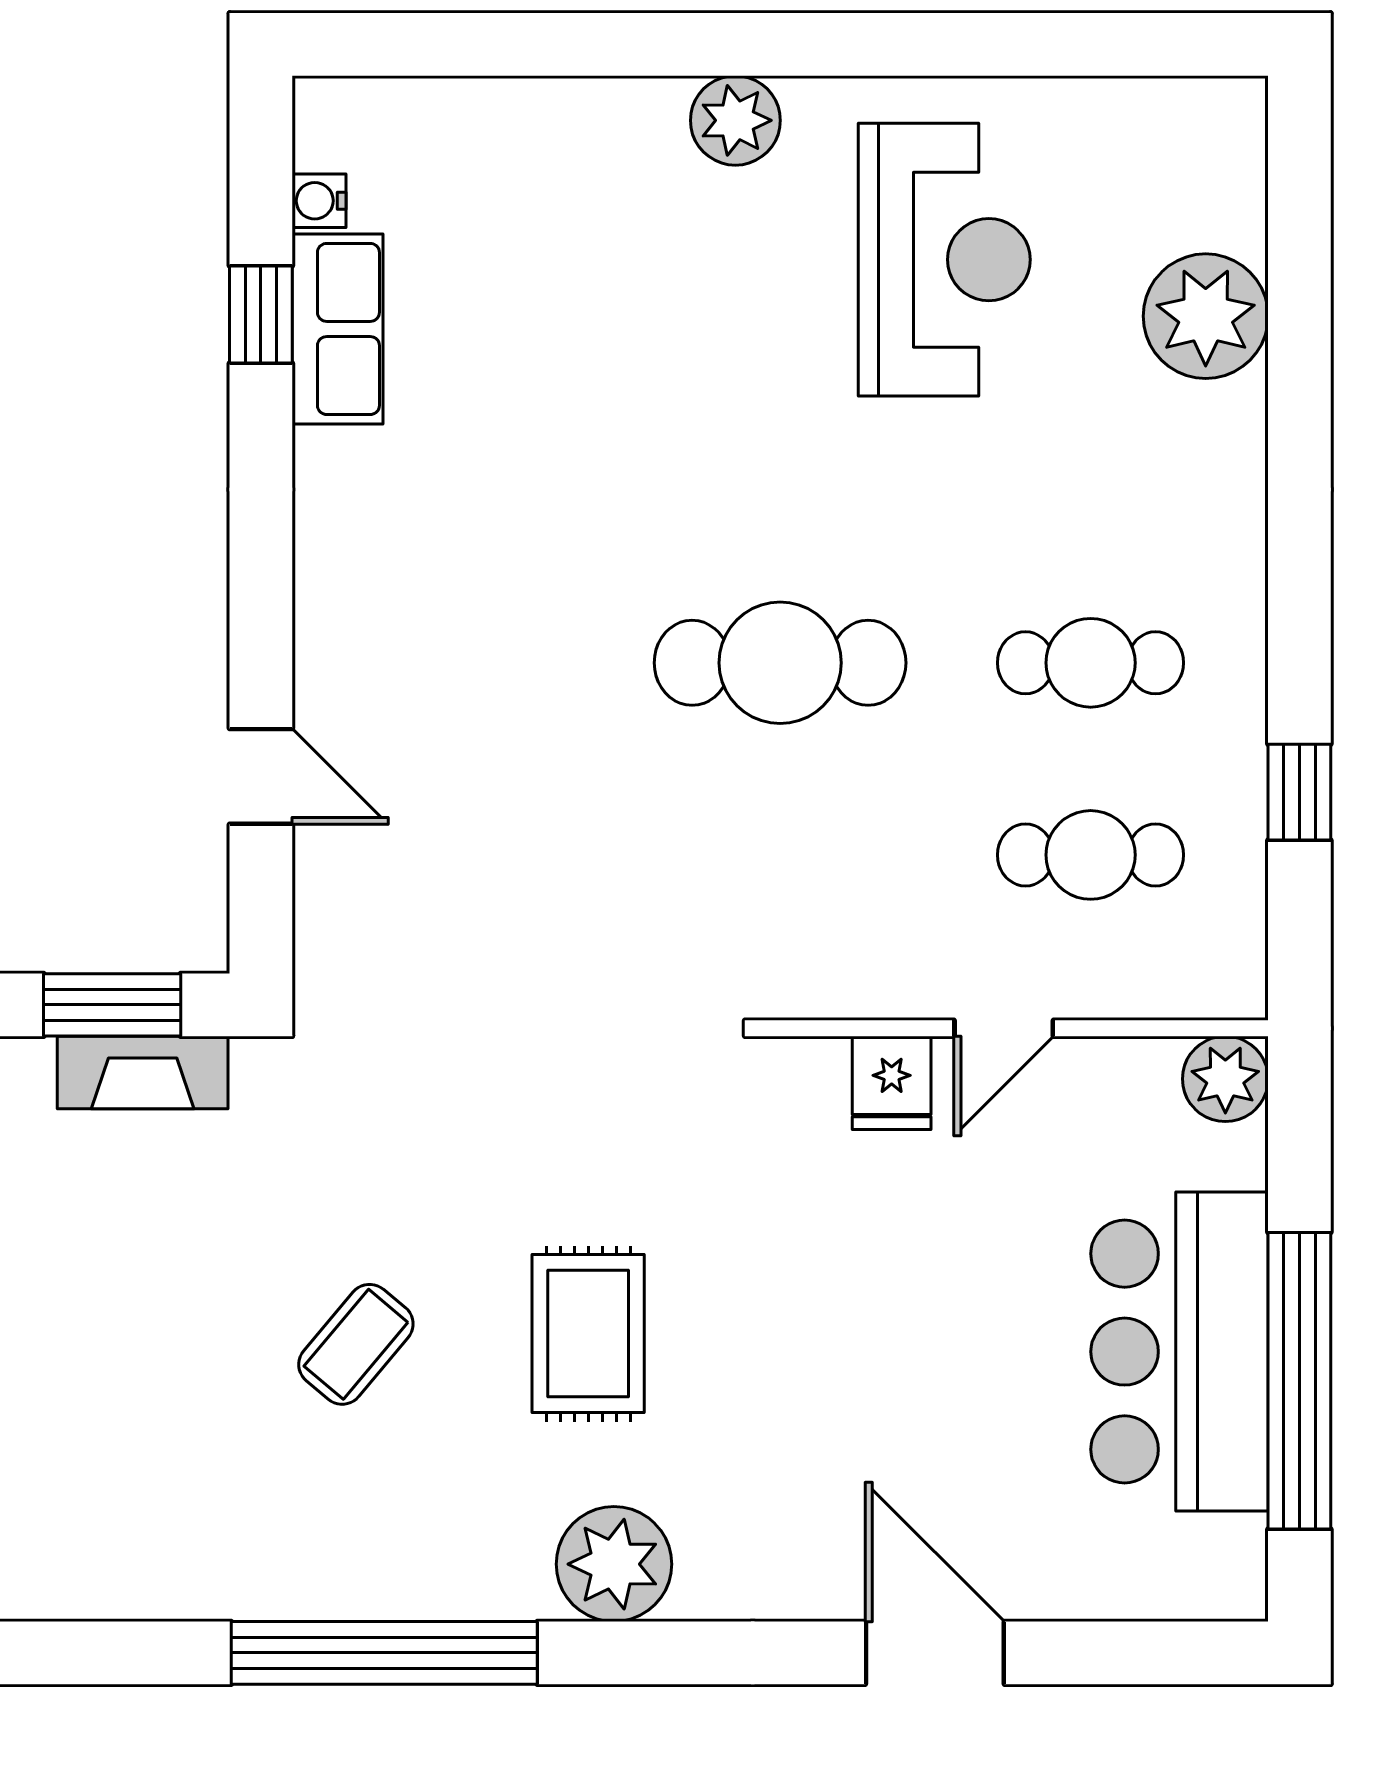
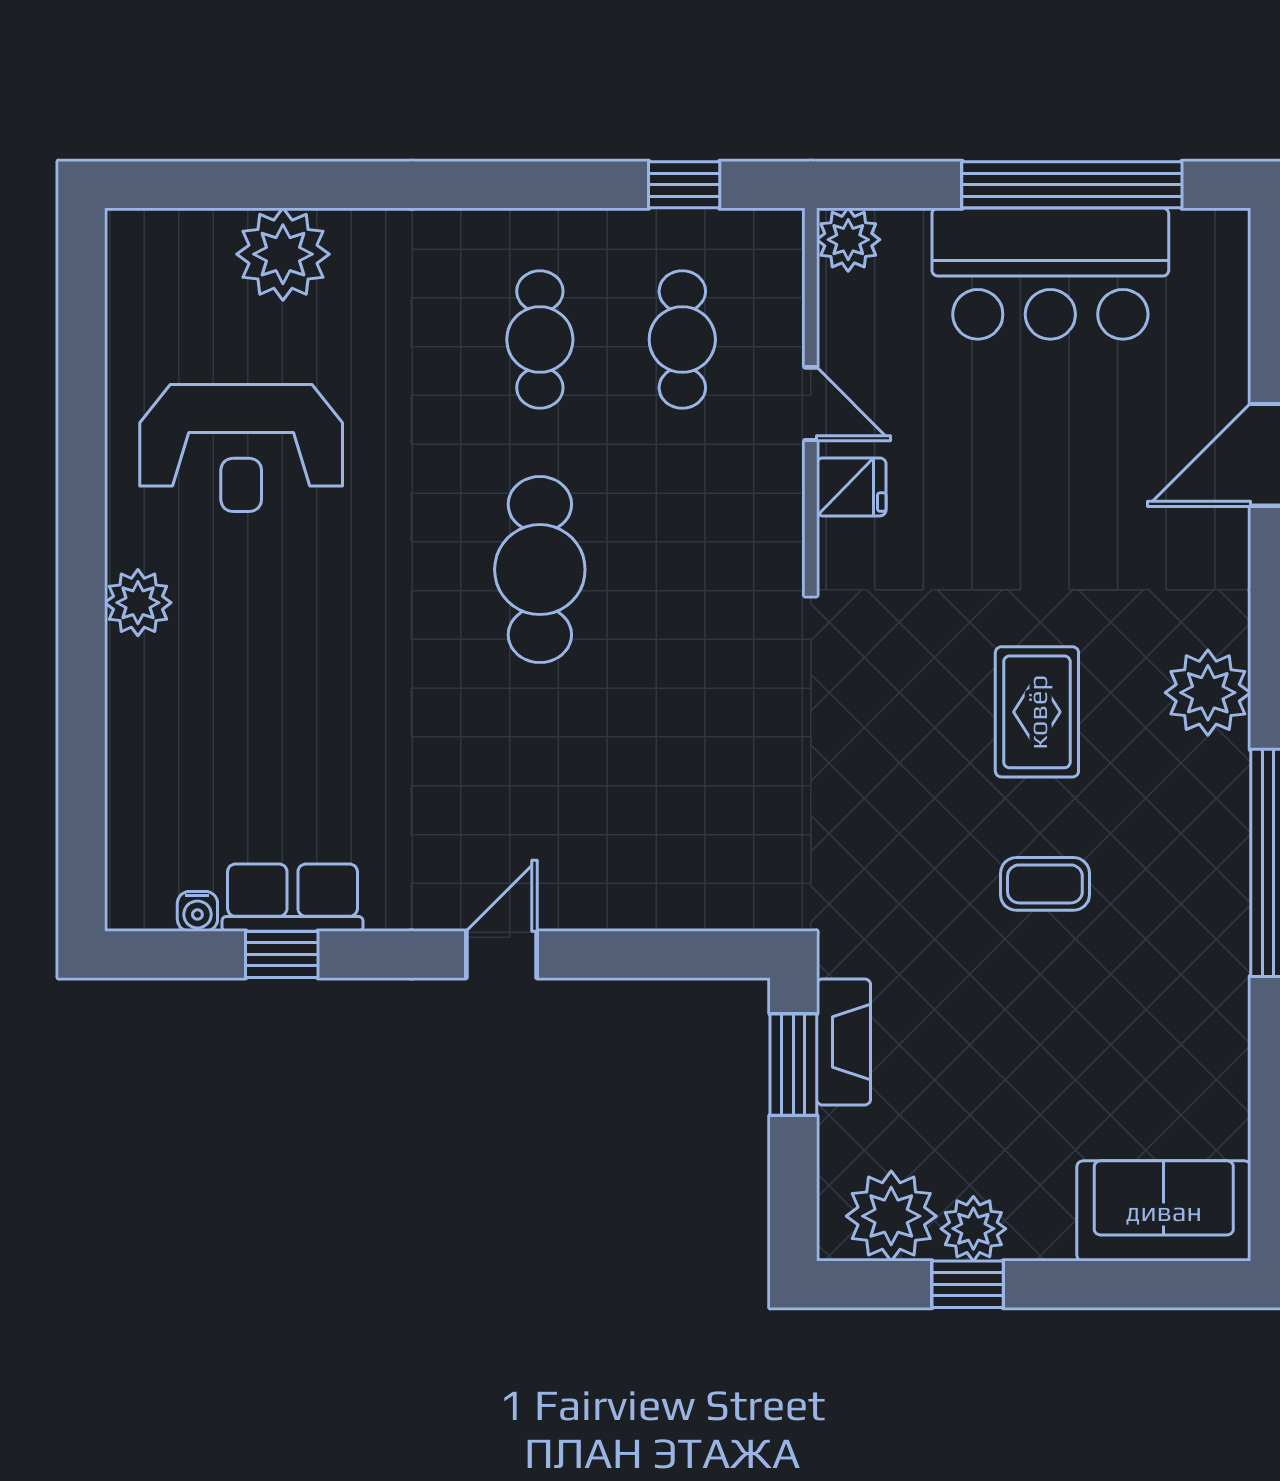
reception desk: (944, 260) -> (241, 448), turned 180
door: (261, 776) -> (502, 954), moved
window: (1299, 792) -> (684, 185), moved
rug: (588, 1334) -> (1037, 712), turned 90
coffee table: (356, 1344) -> (1045, 884), turned -40

